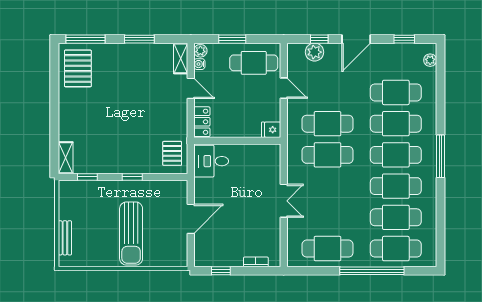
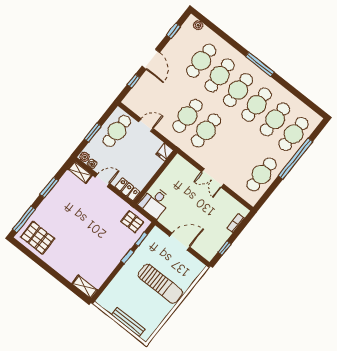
plant: (314, 52) -> (139, 90), removed
window: (87, 177) -> (141, 239), moved
double door: (284, 201) -> (213, 178), swing flipped
door: (191, 219) -> (180, 242), hinge flipped
bench: (65, 238) -> (128, 322), width x1.36

